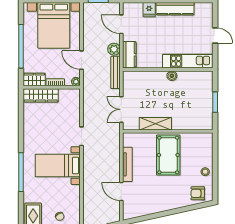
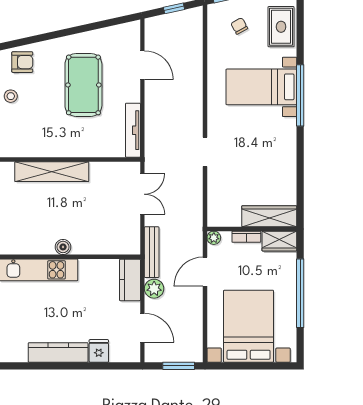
door: (82, 60) -> (205, 272), swing flipped
shelving: (155, 124) -> (52, 172), moved, width x1.47
pool table: (168, 155) -> (83, 85), moved
tv unit: (127, 164) -> (133, 130), moved
bed with nightstands: (58, 166) -> (261, 87), moved, turned 180

